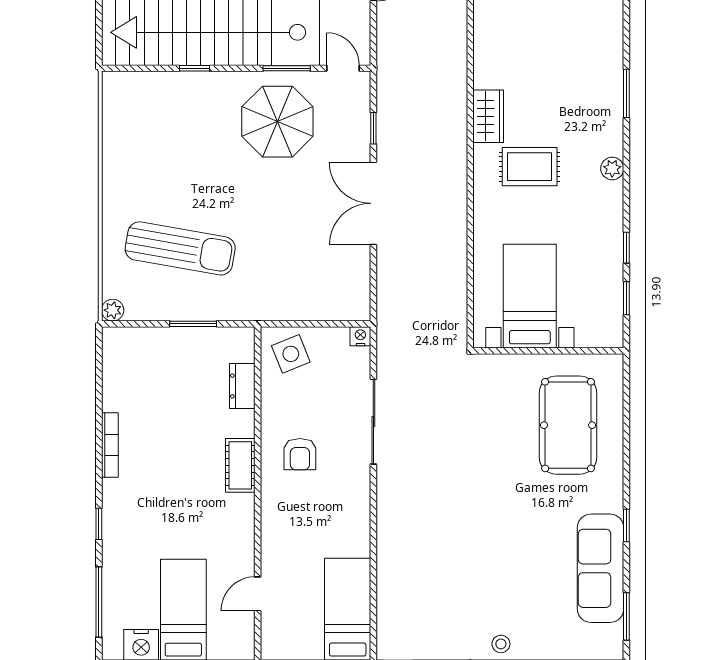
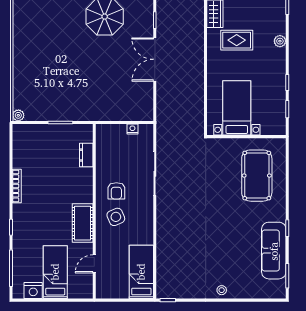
sun lounger: (180, 248) -> (54, 83), removed
nightstand: (360, 336) -> (132, 129), moved
side table: (291, 354) -> (116, 217), moved
cot: (240, 465) -> (83, 223), moved, width x1.37, depth x1.34

